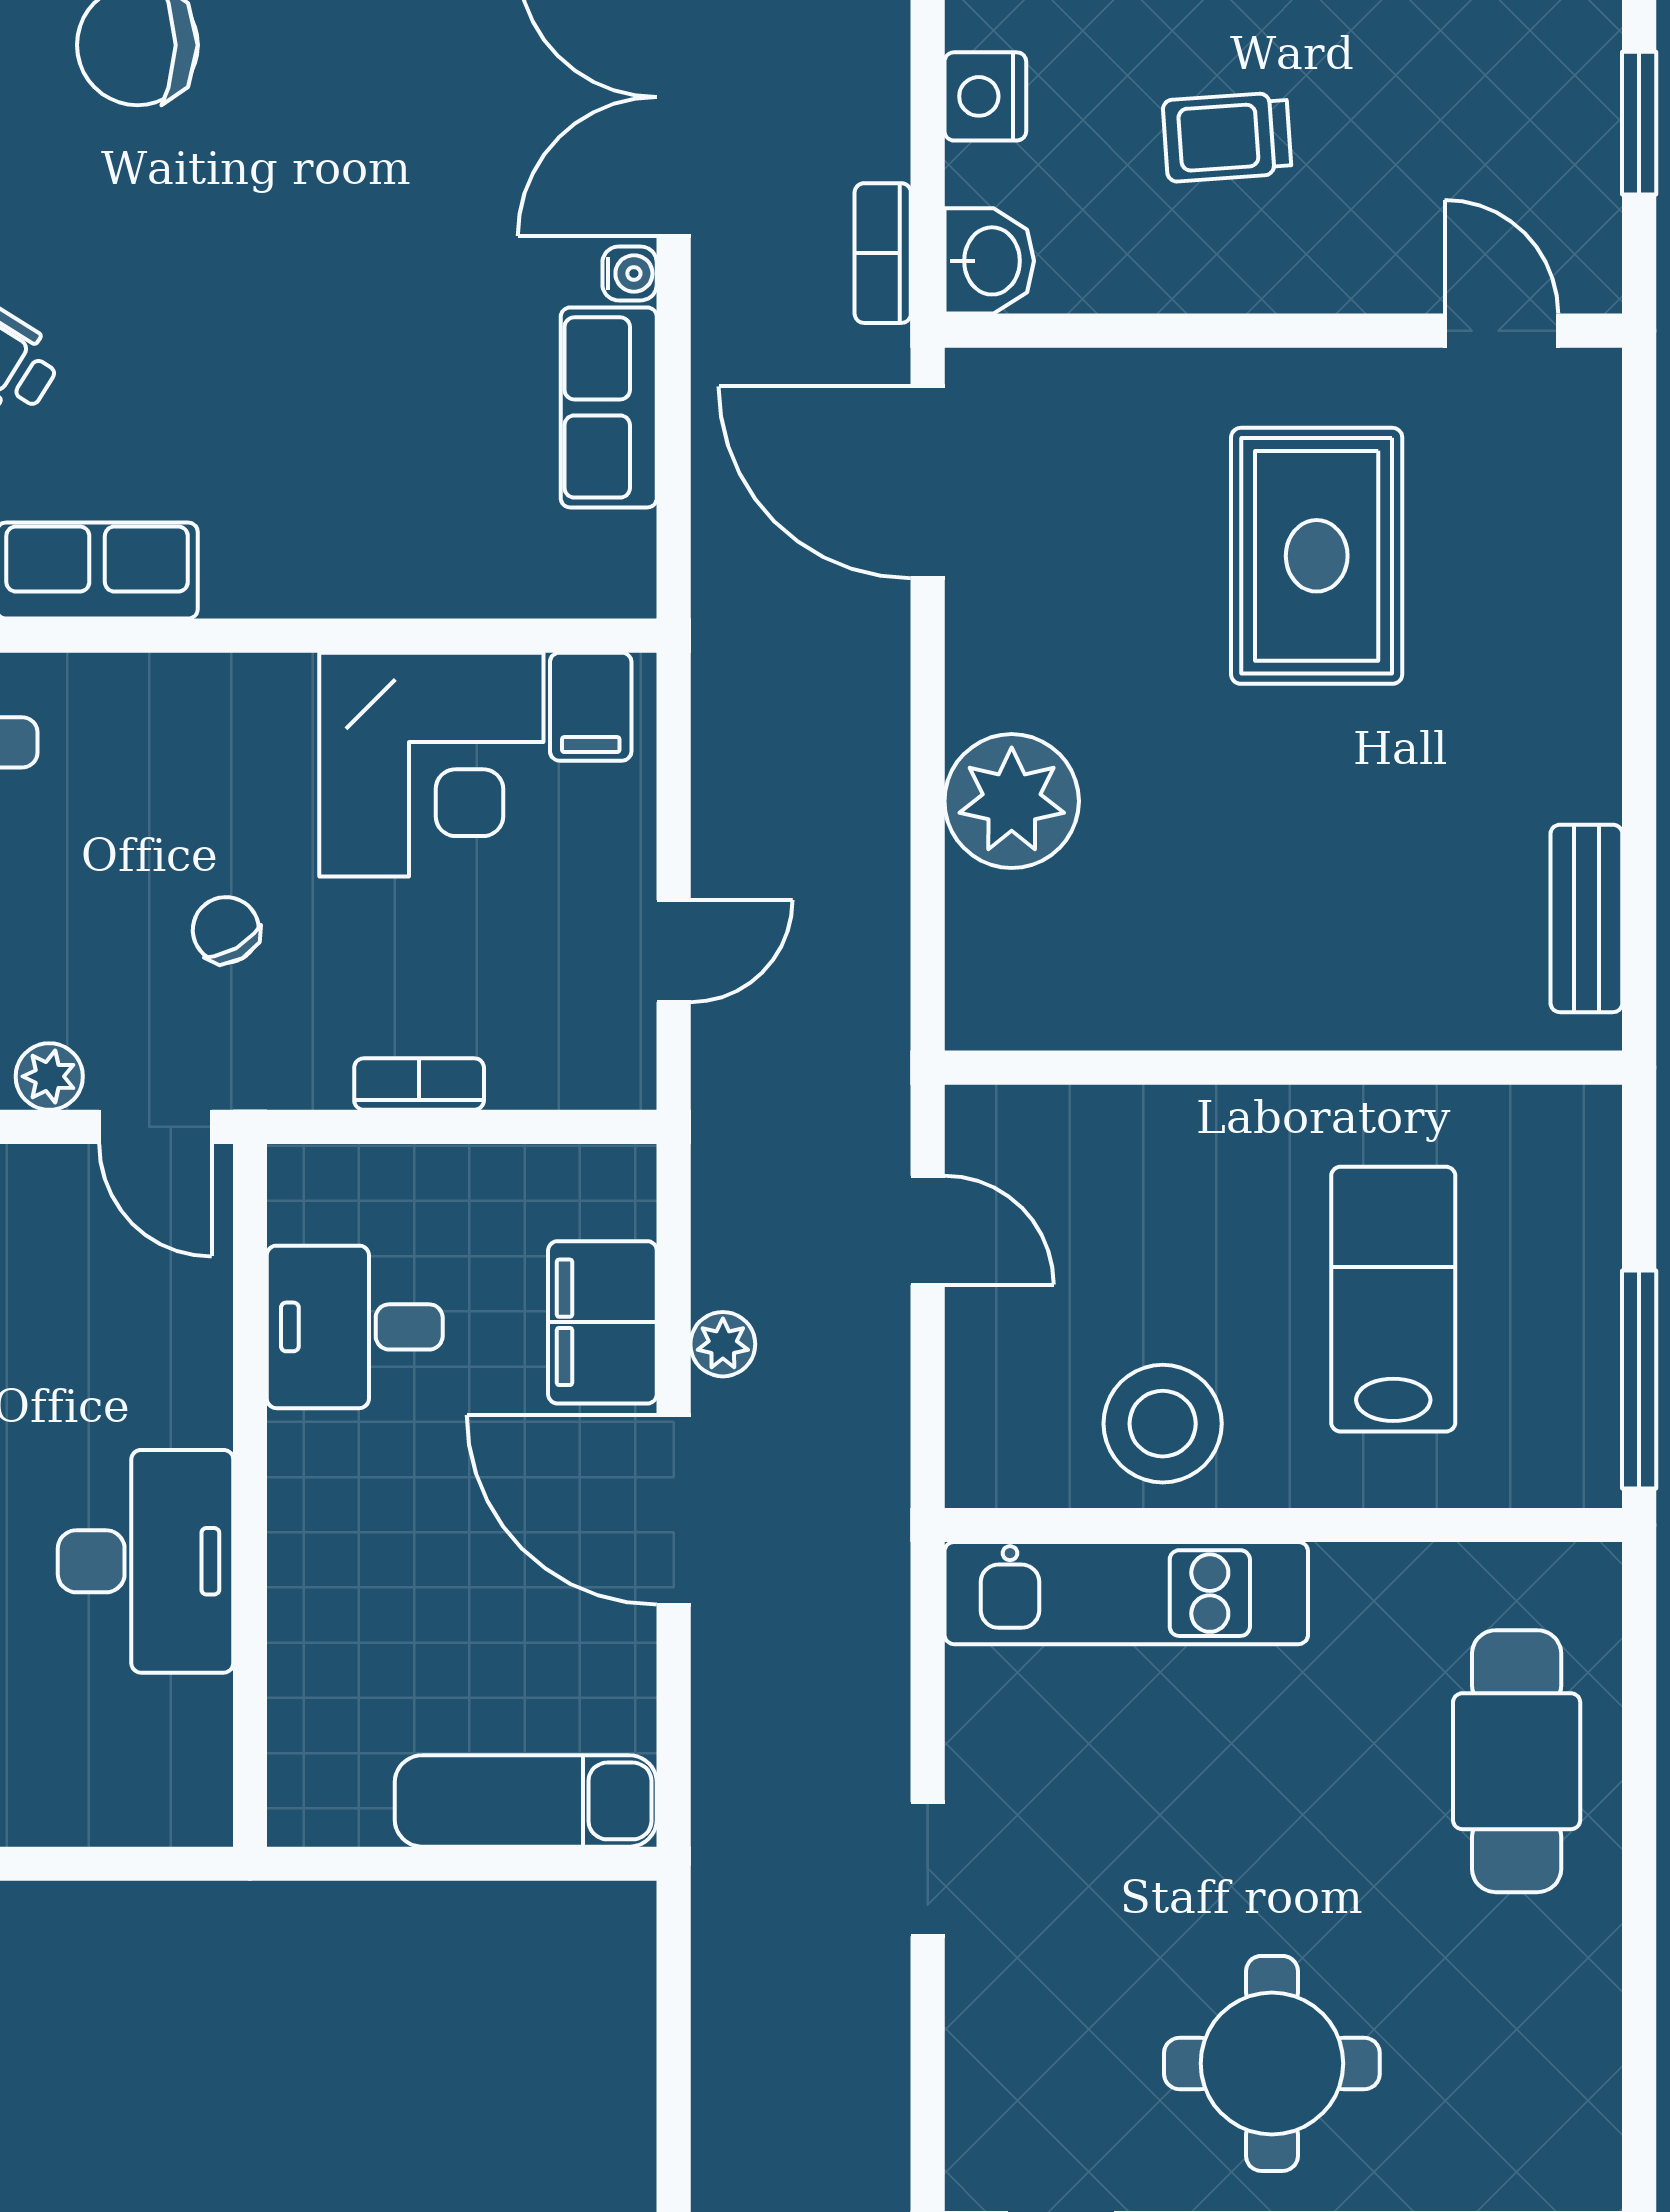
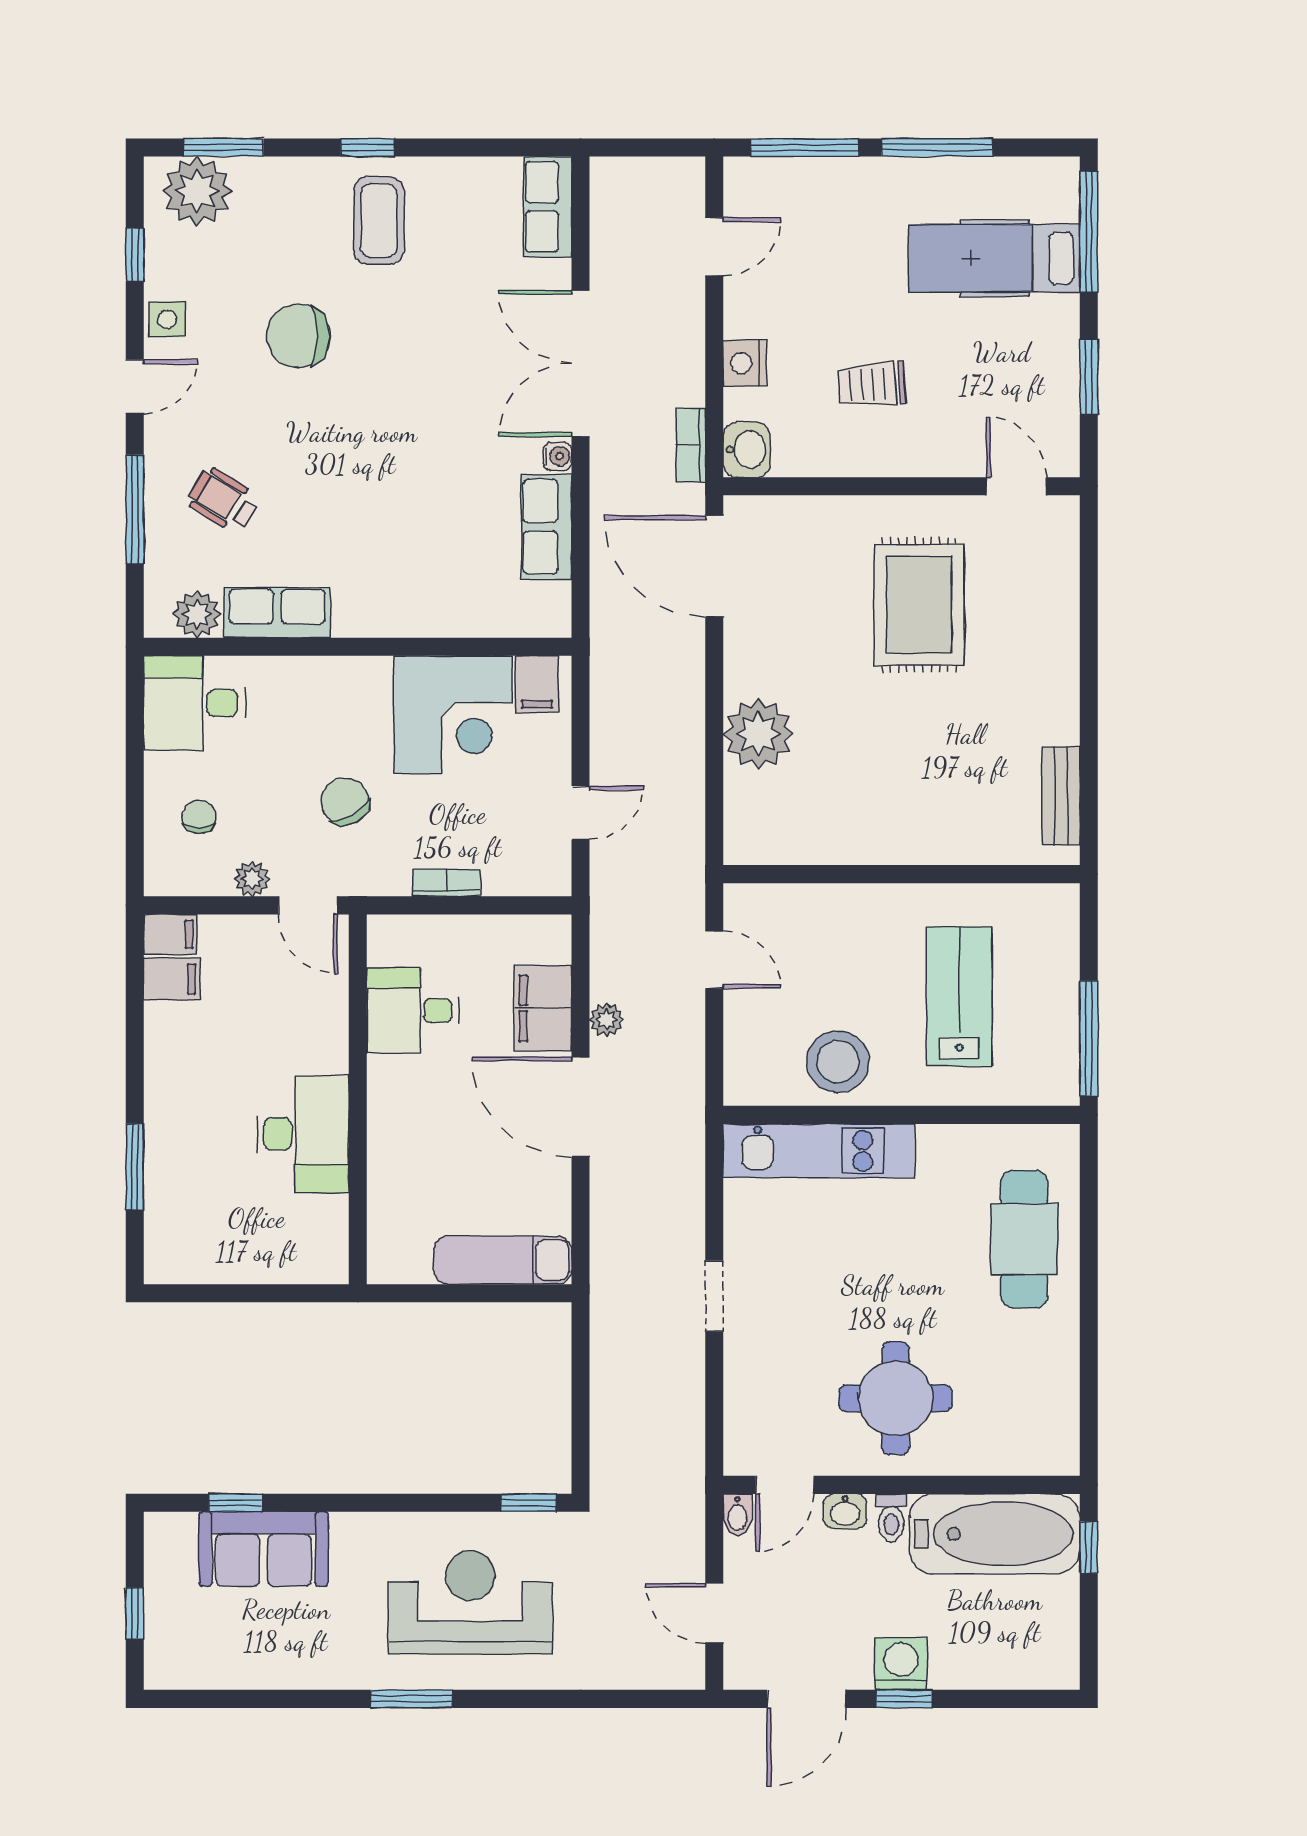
chair: (226, 930) -> (345, 802), width x1.37, depth x1.37

